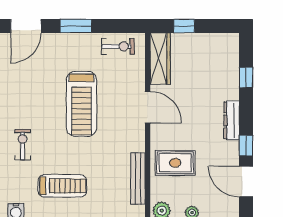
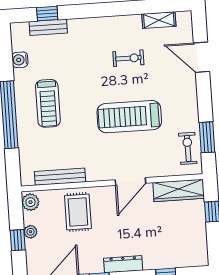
window: (76, 26) -> (207, 137), moved
exercise bike: (118, 46) -> (188, 148), turned 180
exercise bike: (23, 145) -> (128, 58), moved

